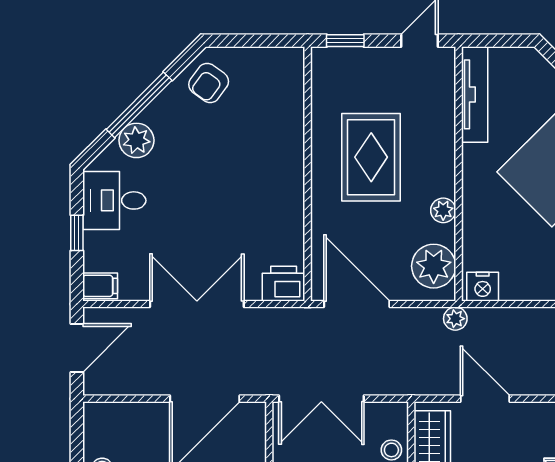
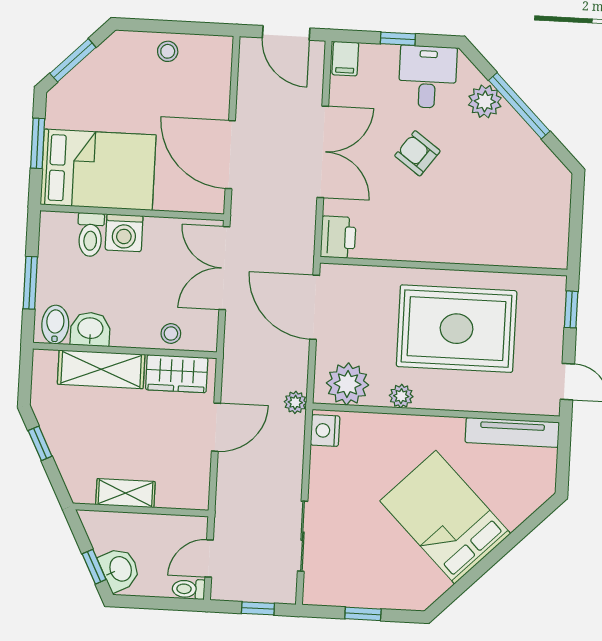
armchair: (209, 83) -> (417, 153), moved
rug: (371, 157) -> (457, 329), width x1.37, depth x1.44
door: (357, 304) -> (315, 307), swing flipped

